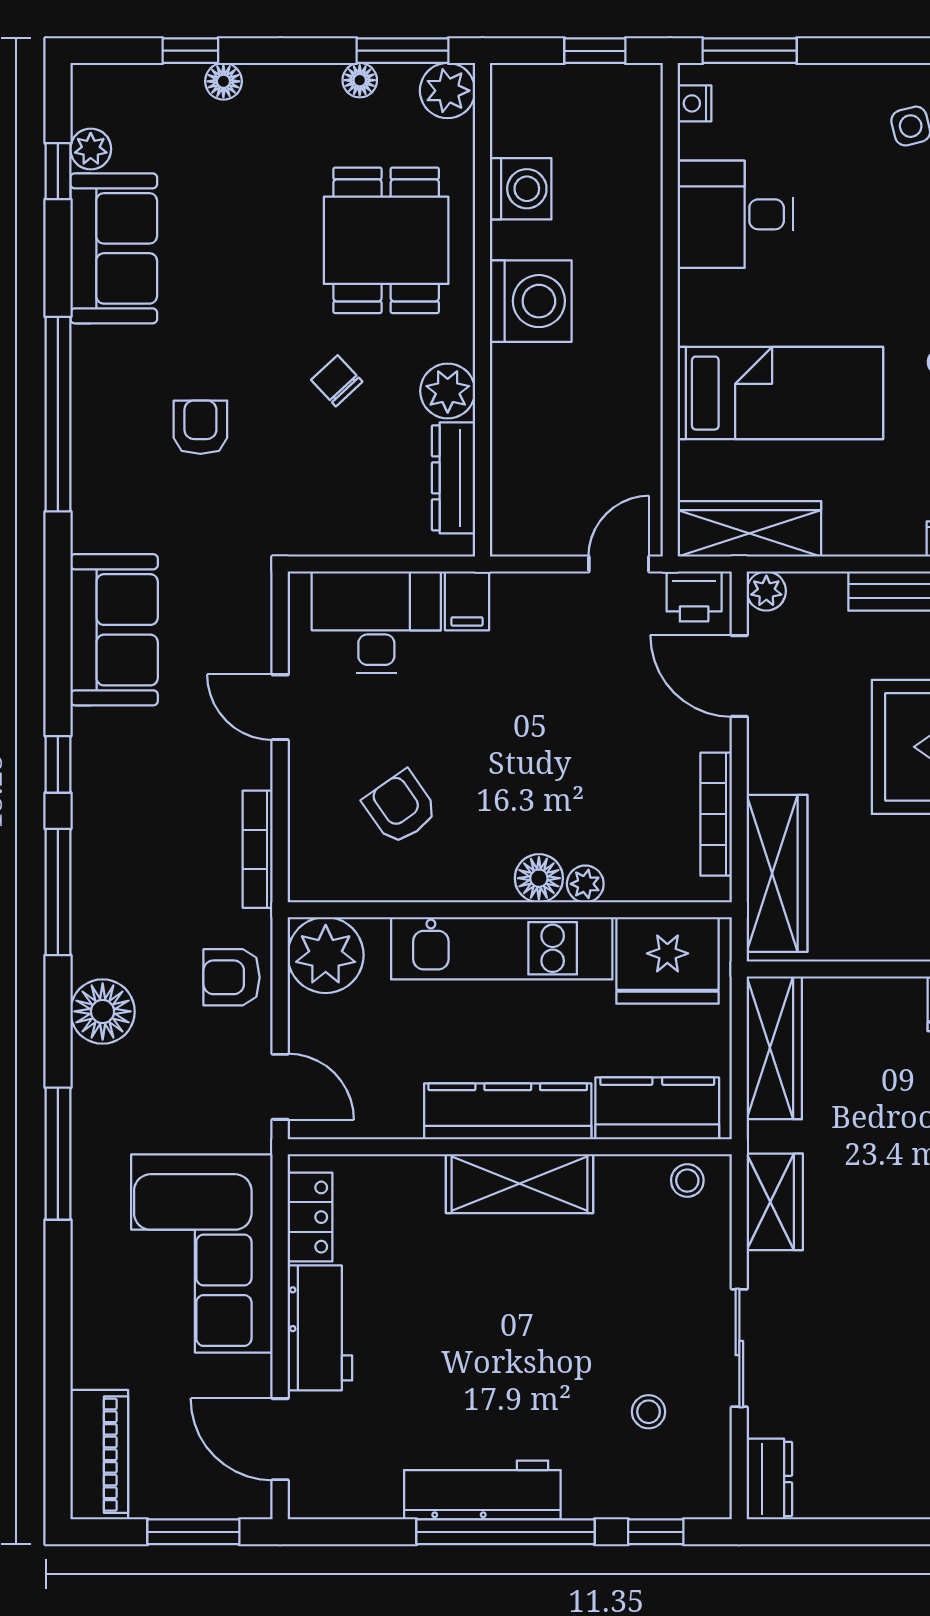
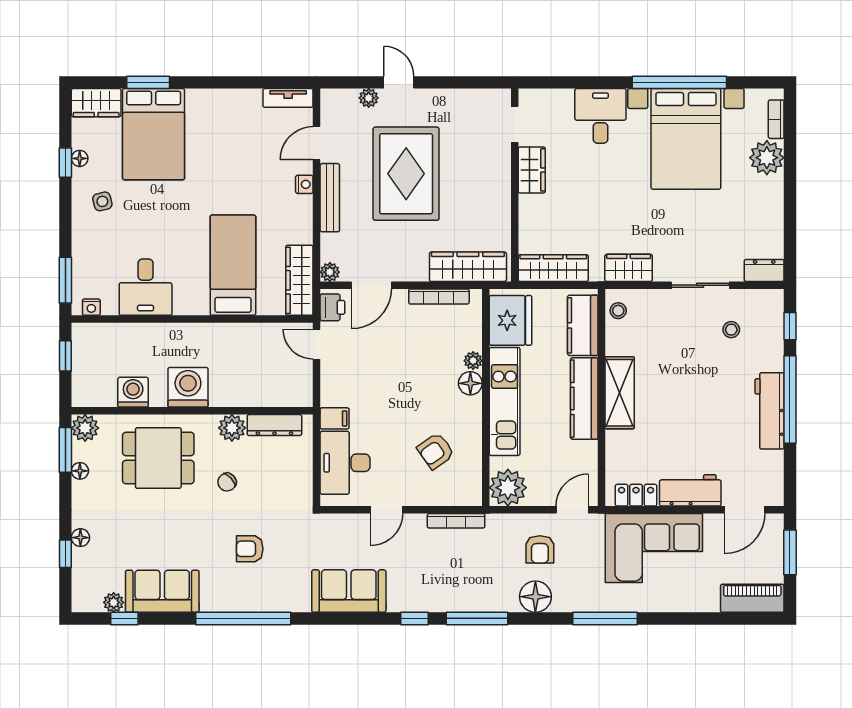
armchair: (232, 977) -> (540, 549), moved

